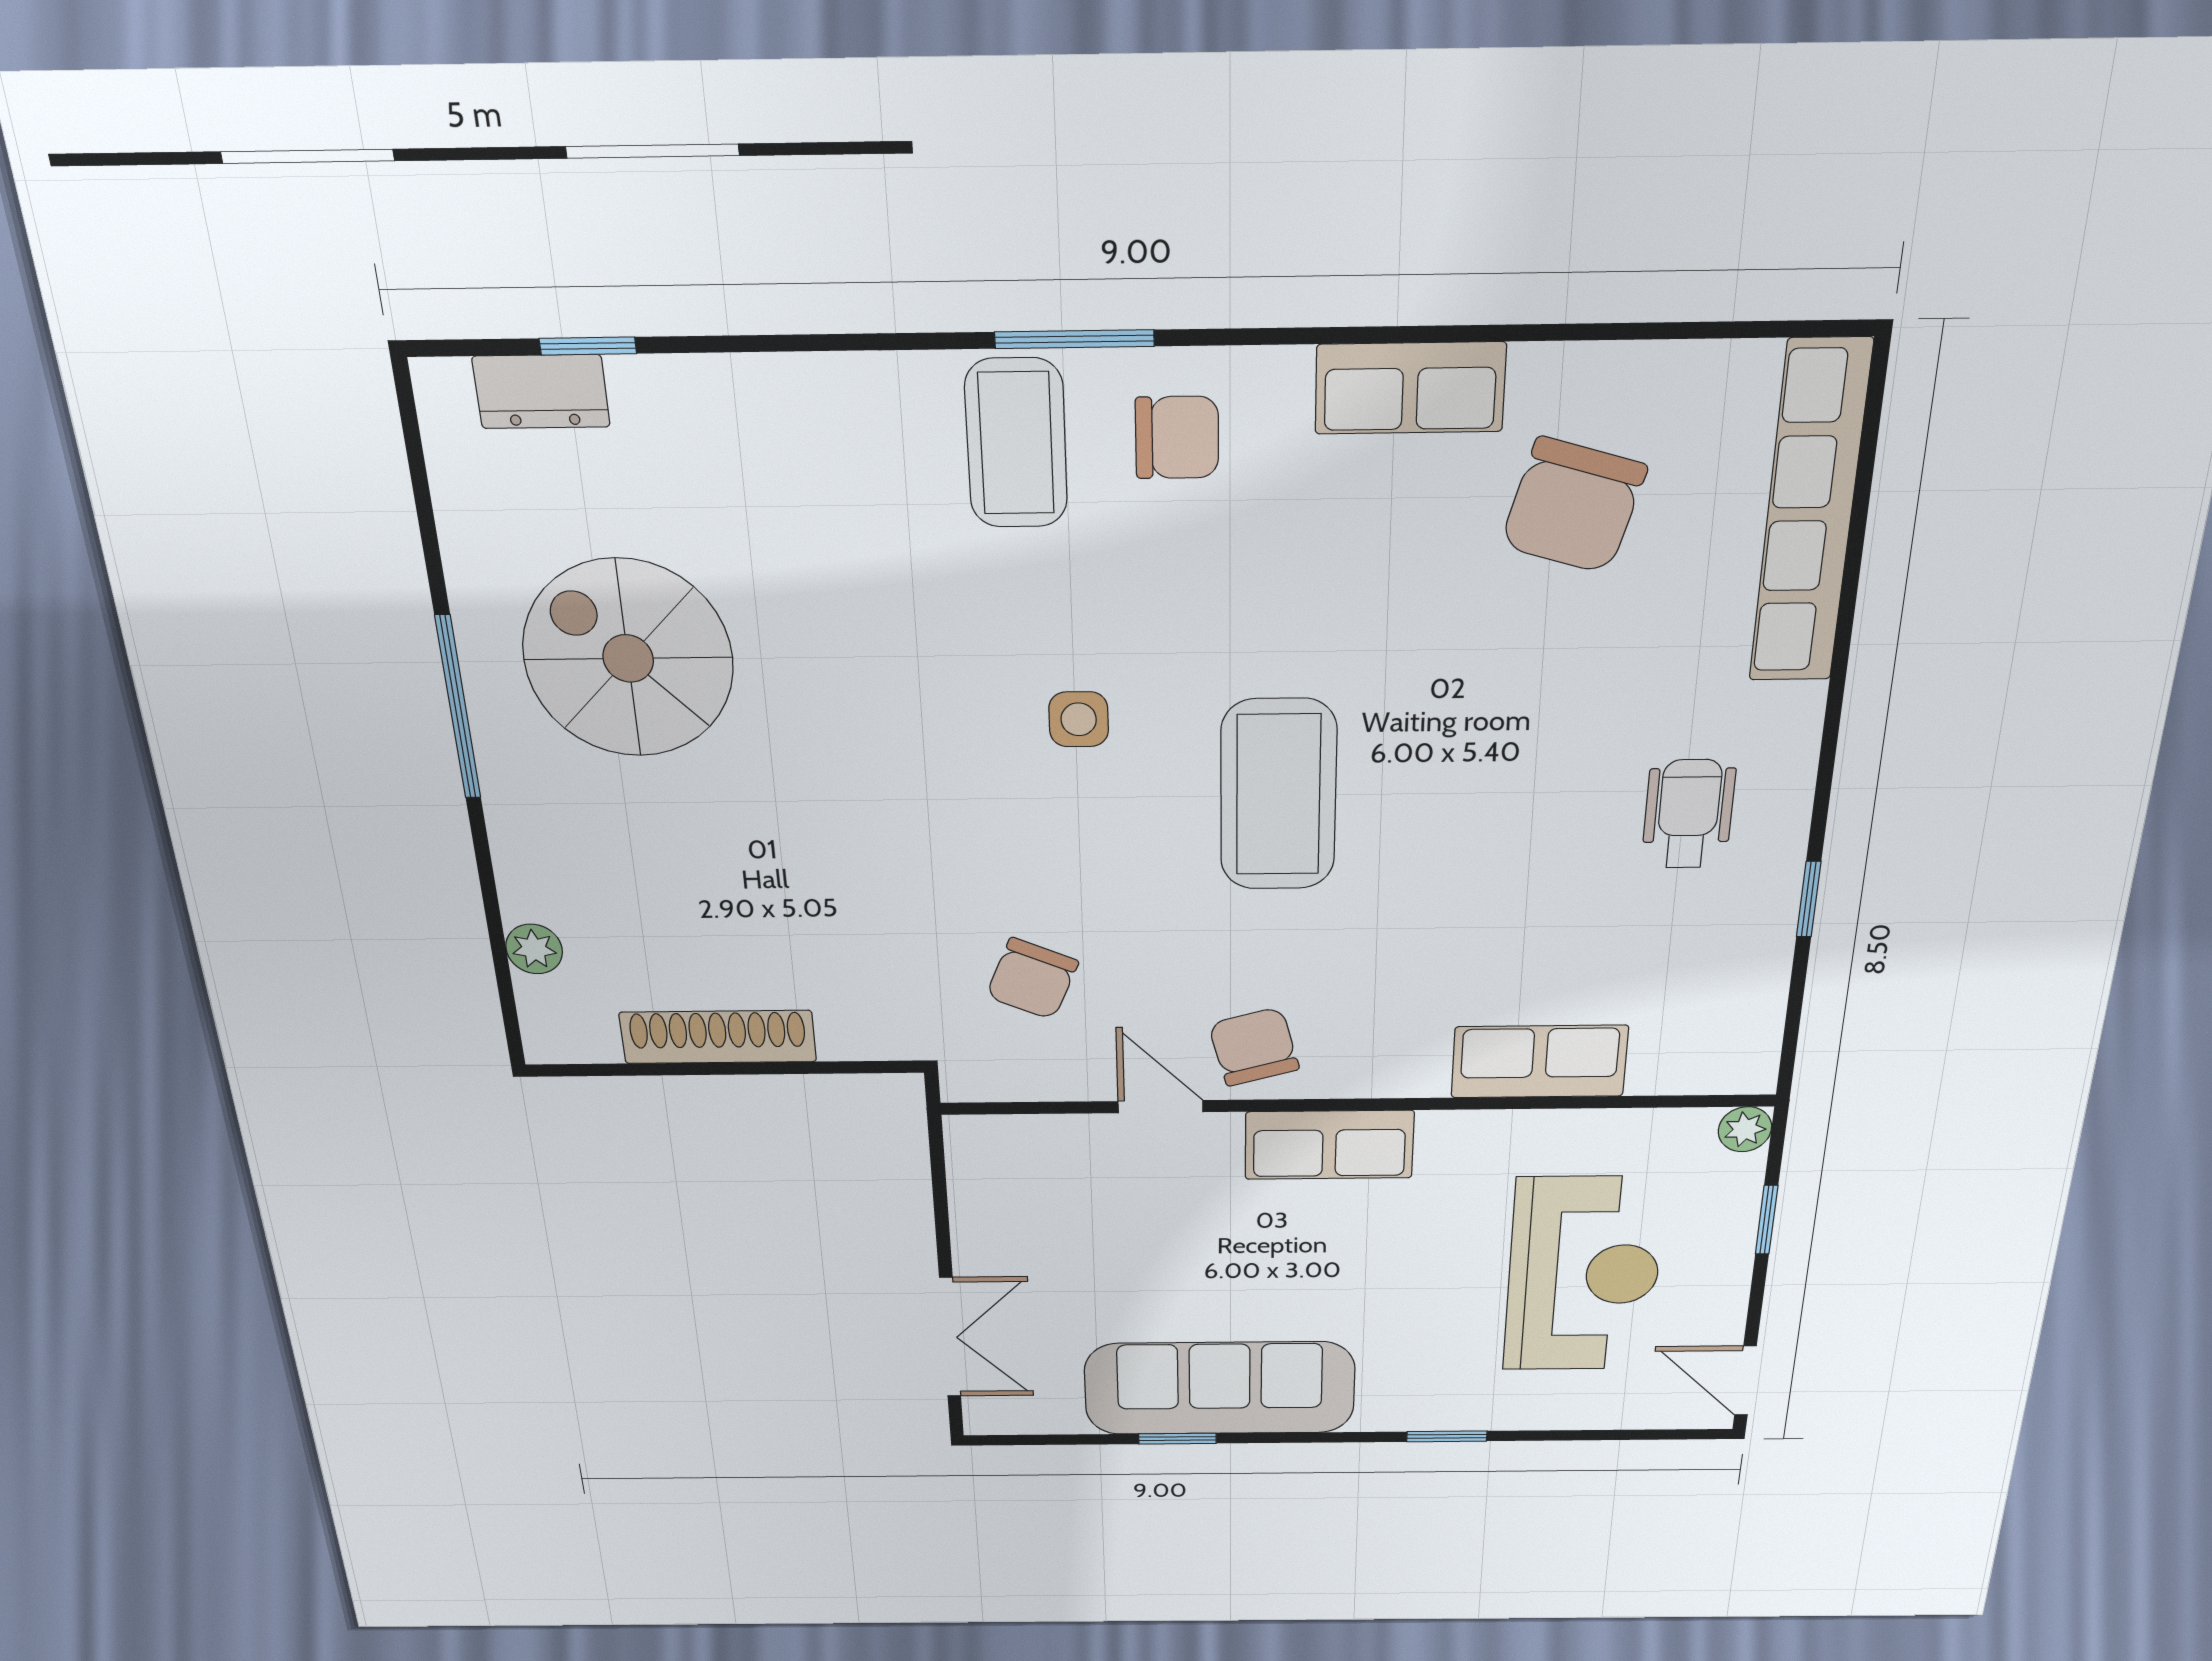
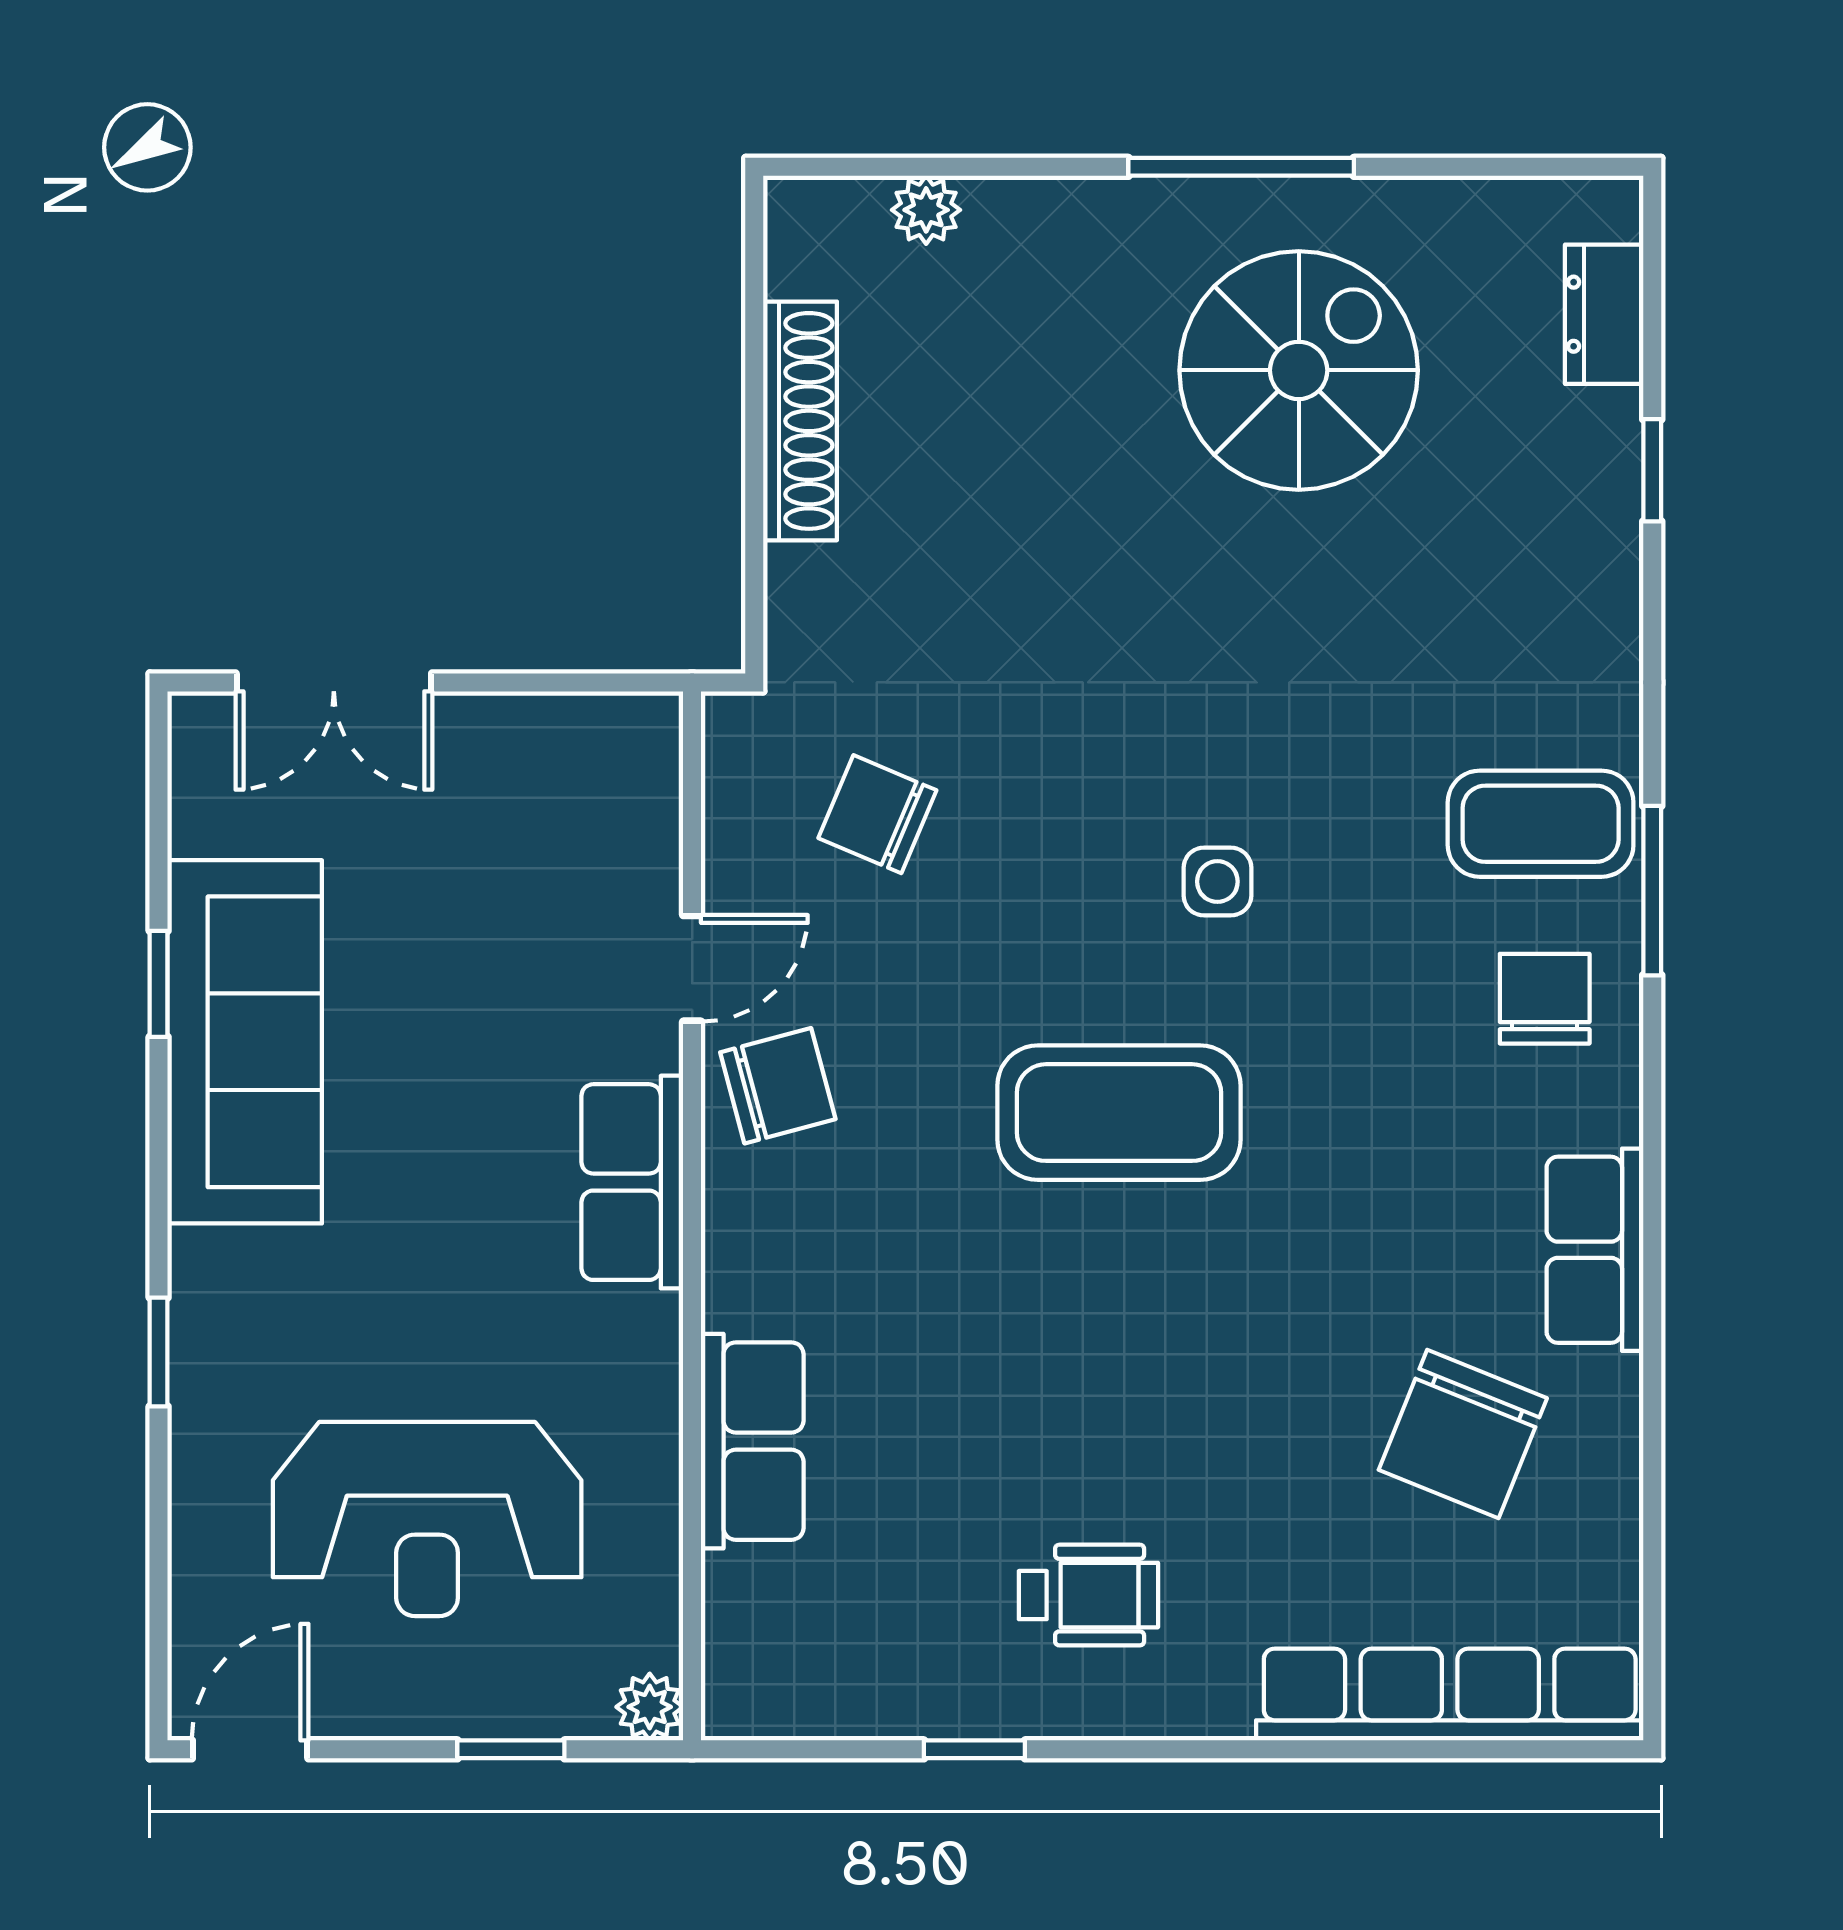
window: (588, 346) -> (1652, 470), moved
chair: (1177, 438) -> (1545, 999), turned 180
chair: (1573, 506) -> (1463, 1434), turned -84

